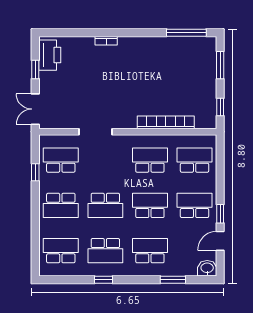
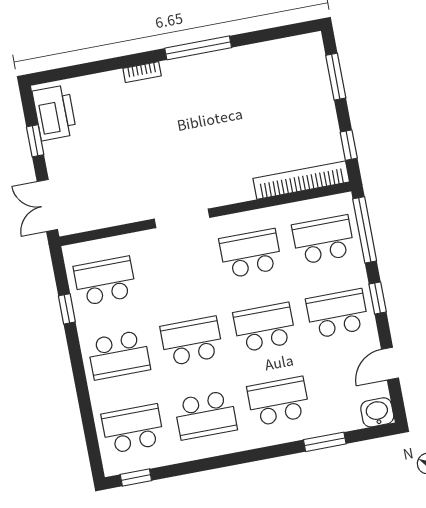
window: (186, 33) -> (198, 48), moved
bookcase: (166, 122) -> (301, 180), moved
doorway: (95, 132) -> (182, 218), moved
window: (220, 159) -> (365, 230), added
school desk: (105, 205) -> (192, 341), turned 180
window: (220, 214) -> (378, 298), moved
window: (104, 280) -> (136, 477), moved

